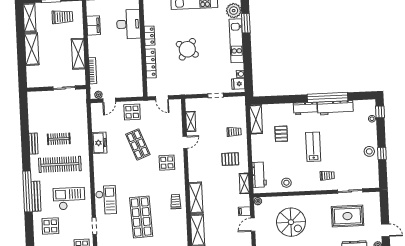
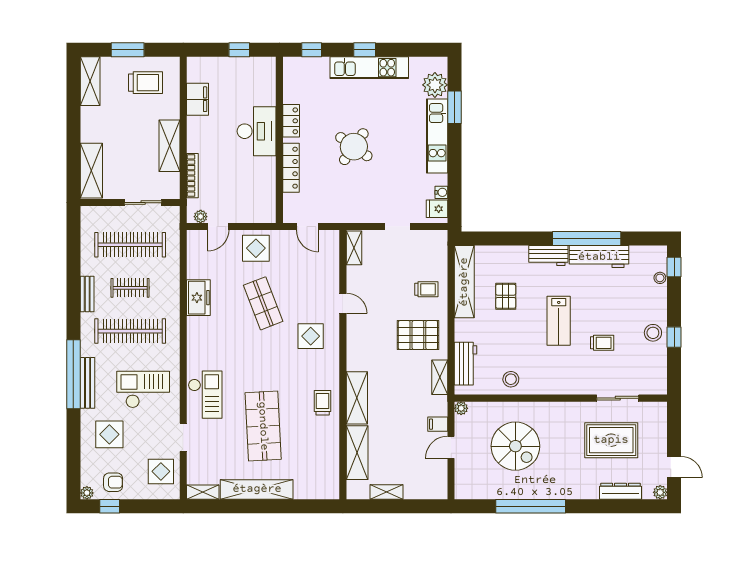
desk: (129, 24) -> (257, 131), moved
shelving: (32, 49) -> (91, 171), moved
clothes rail: (58, 113) -> (130, 245), added
shelving: (256, 119) -> (464, 282), width x1.47
shelving: (191, 121) -> (354, 248), moved
door: (185, 142) -> (343, 303), hinge flipped
lab bench: (313, 147) -> (559, 321), turned 180
pallet: (230, 159) -> (418, 335), width x1.50, depth x1.42
trolley: (327, 176) -> (602, 343), moved

